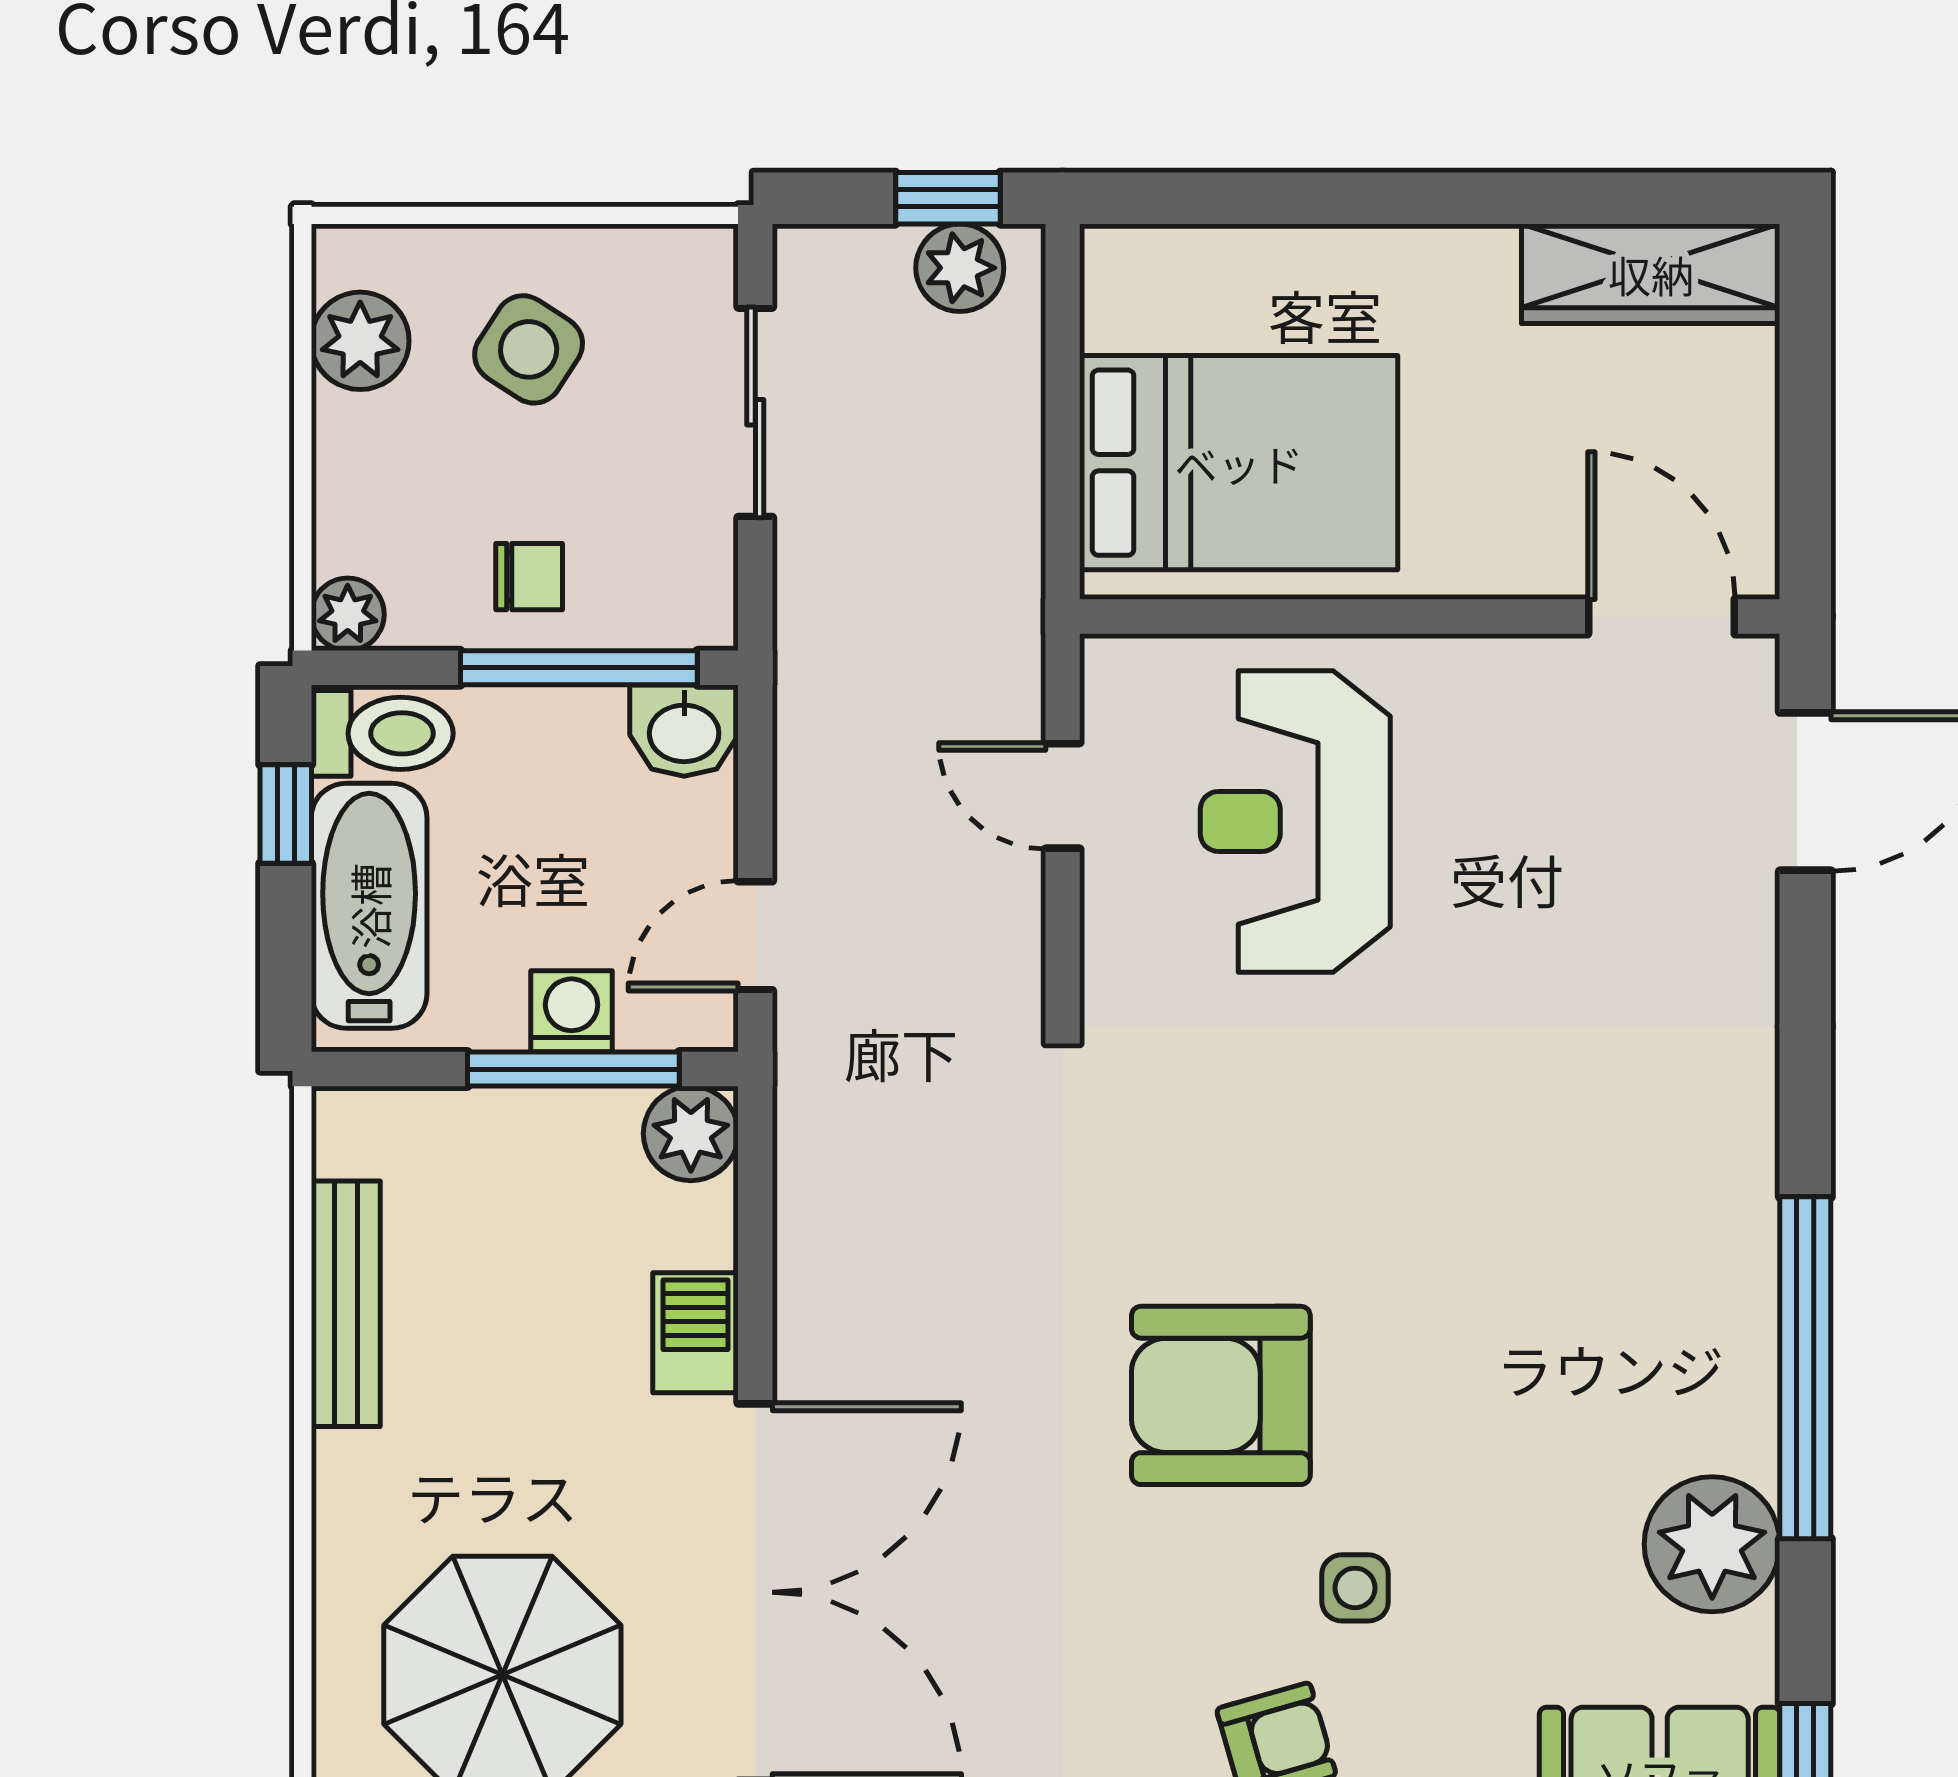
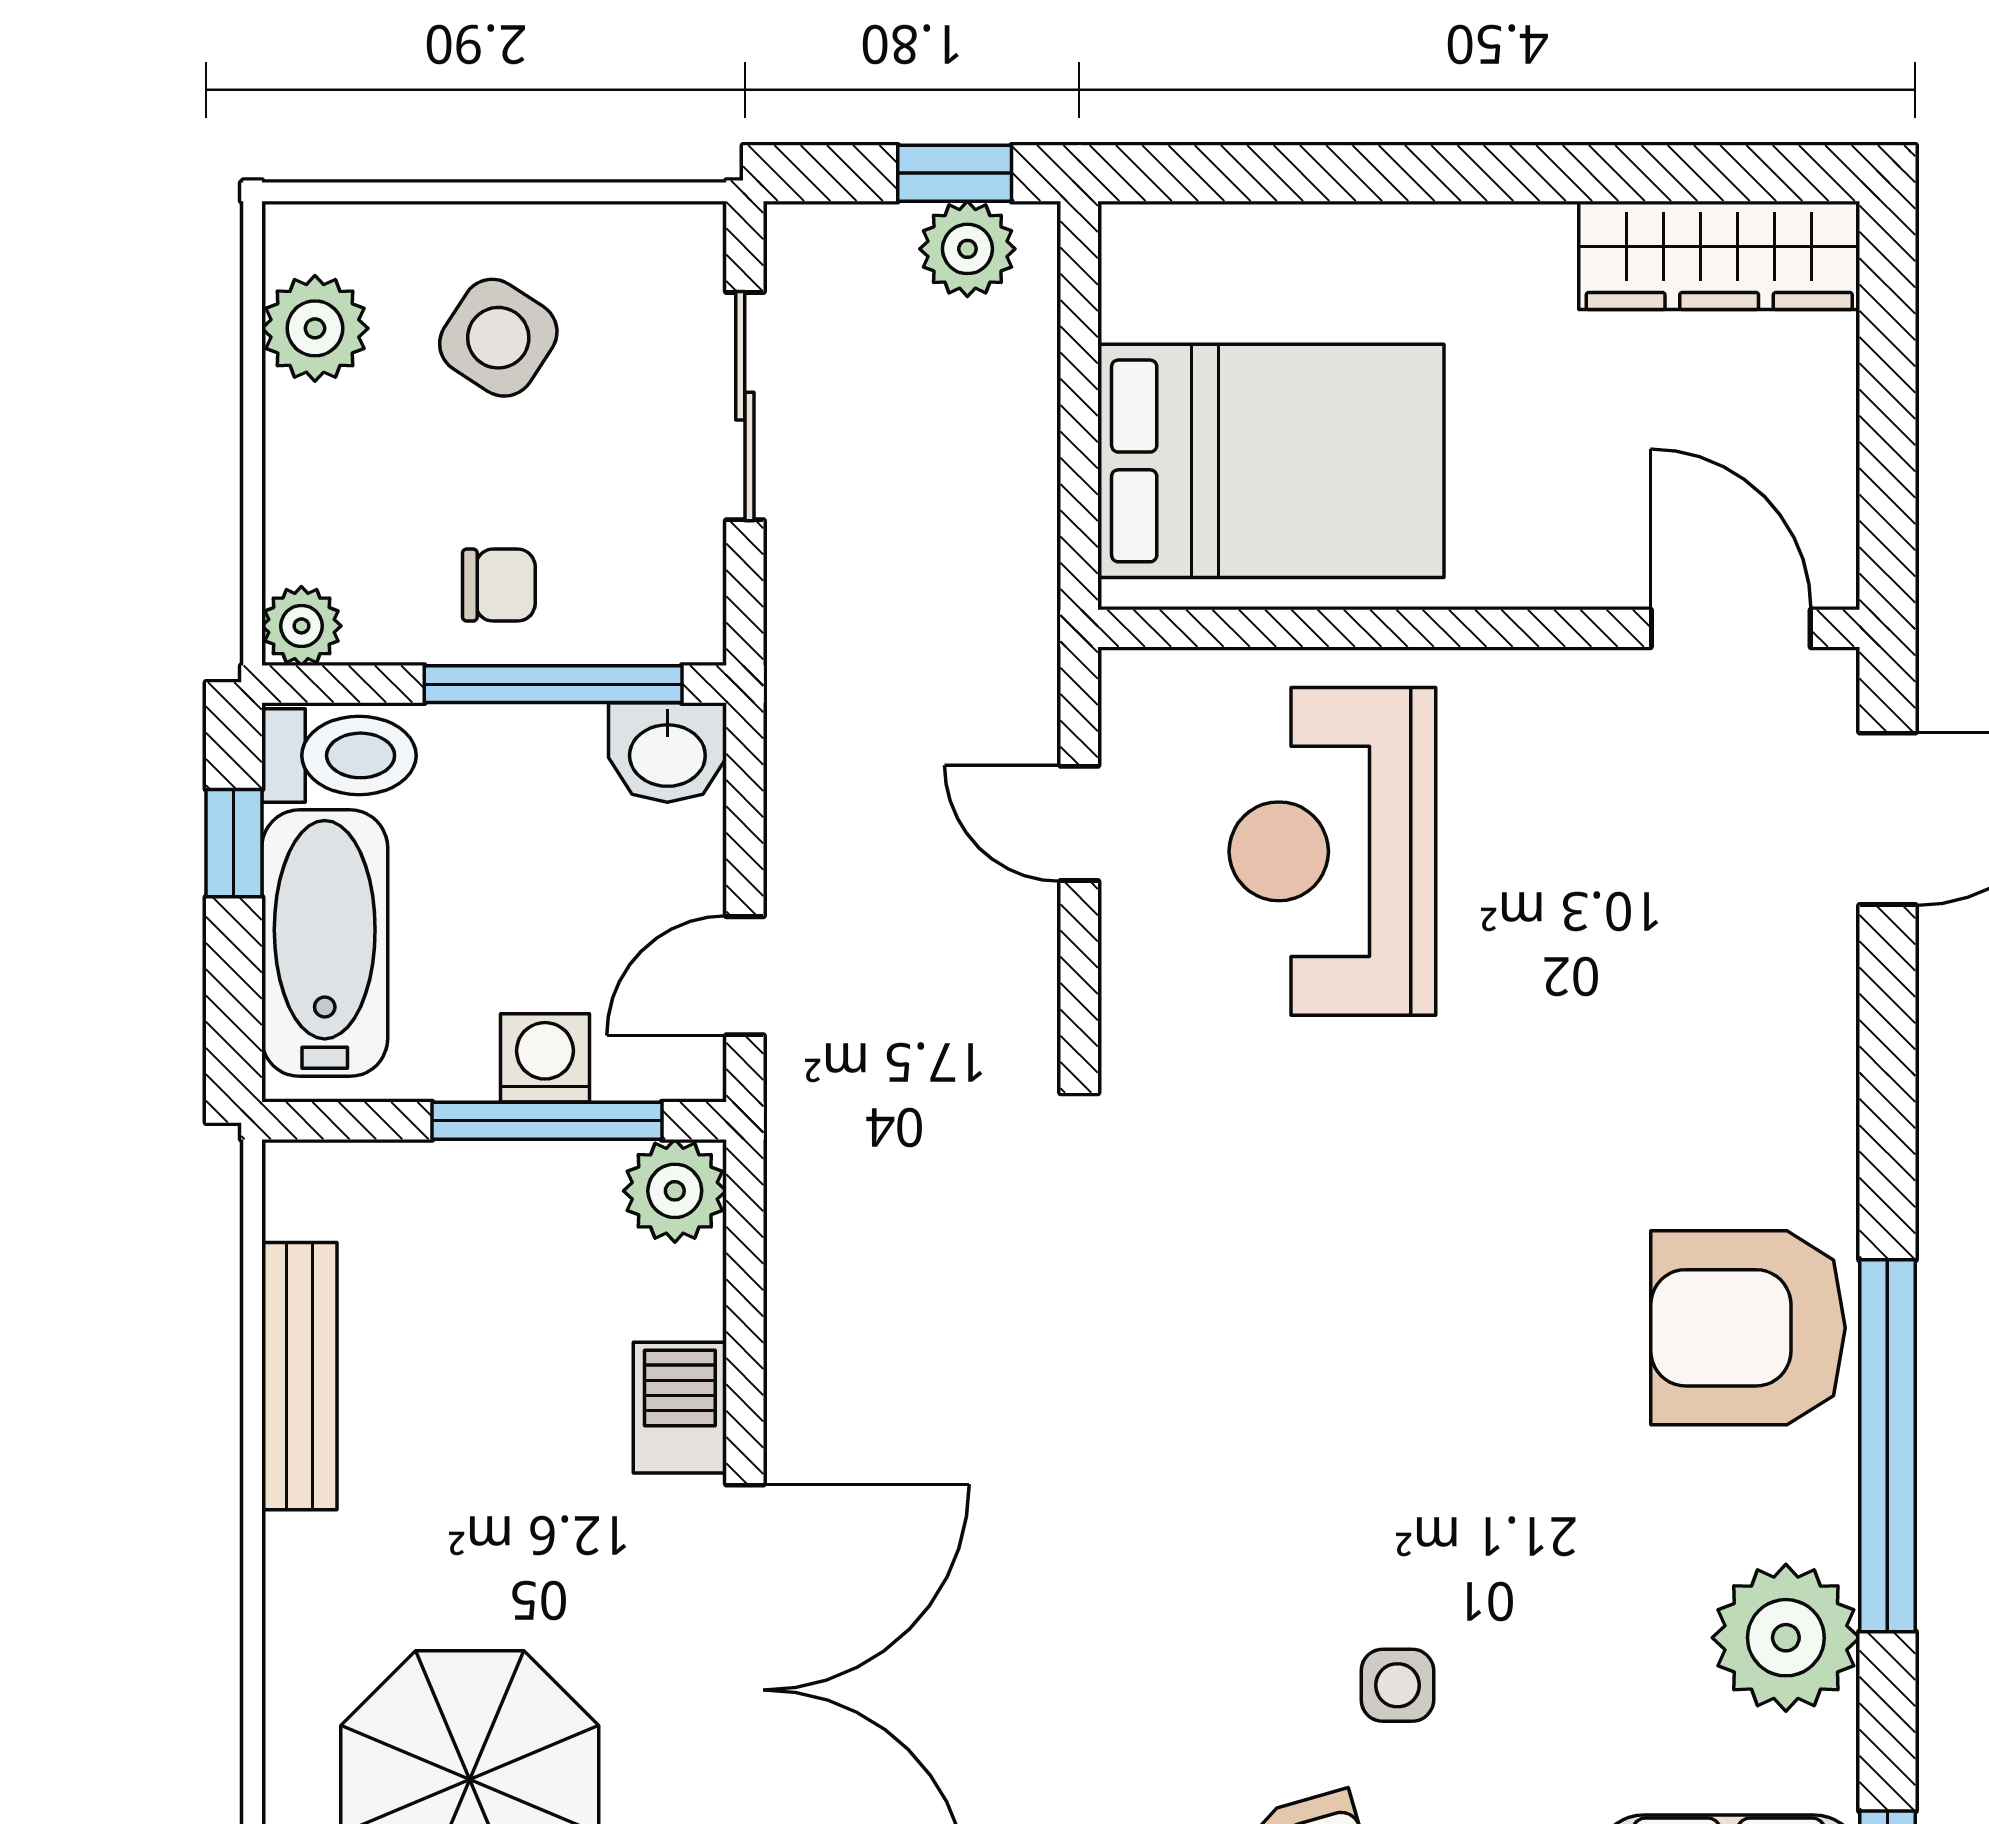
armchair: (1221, 1395) -> (1748, 1328), moved

